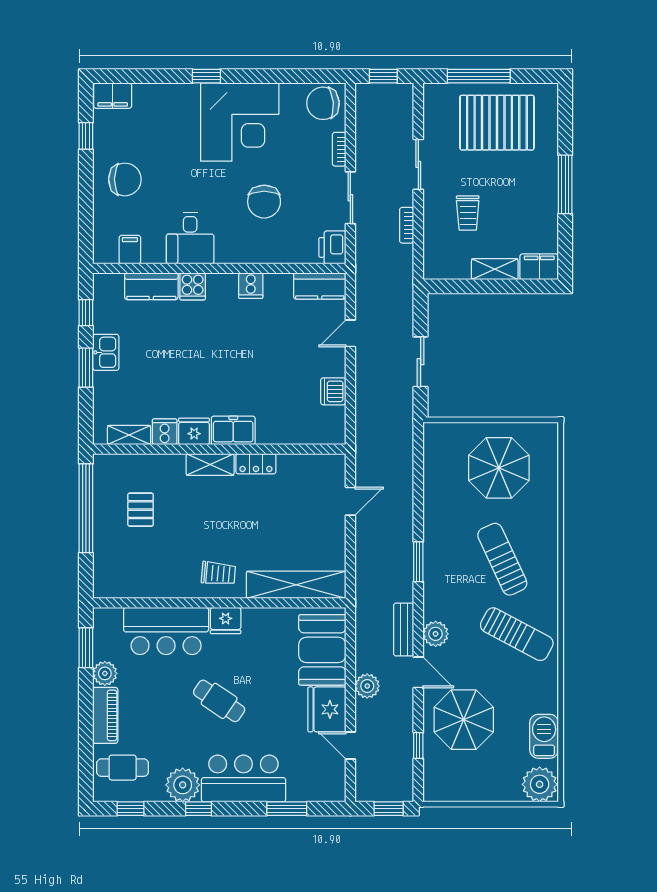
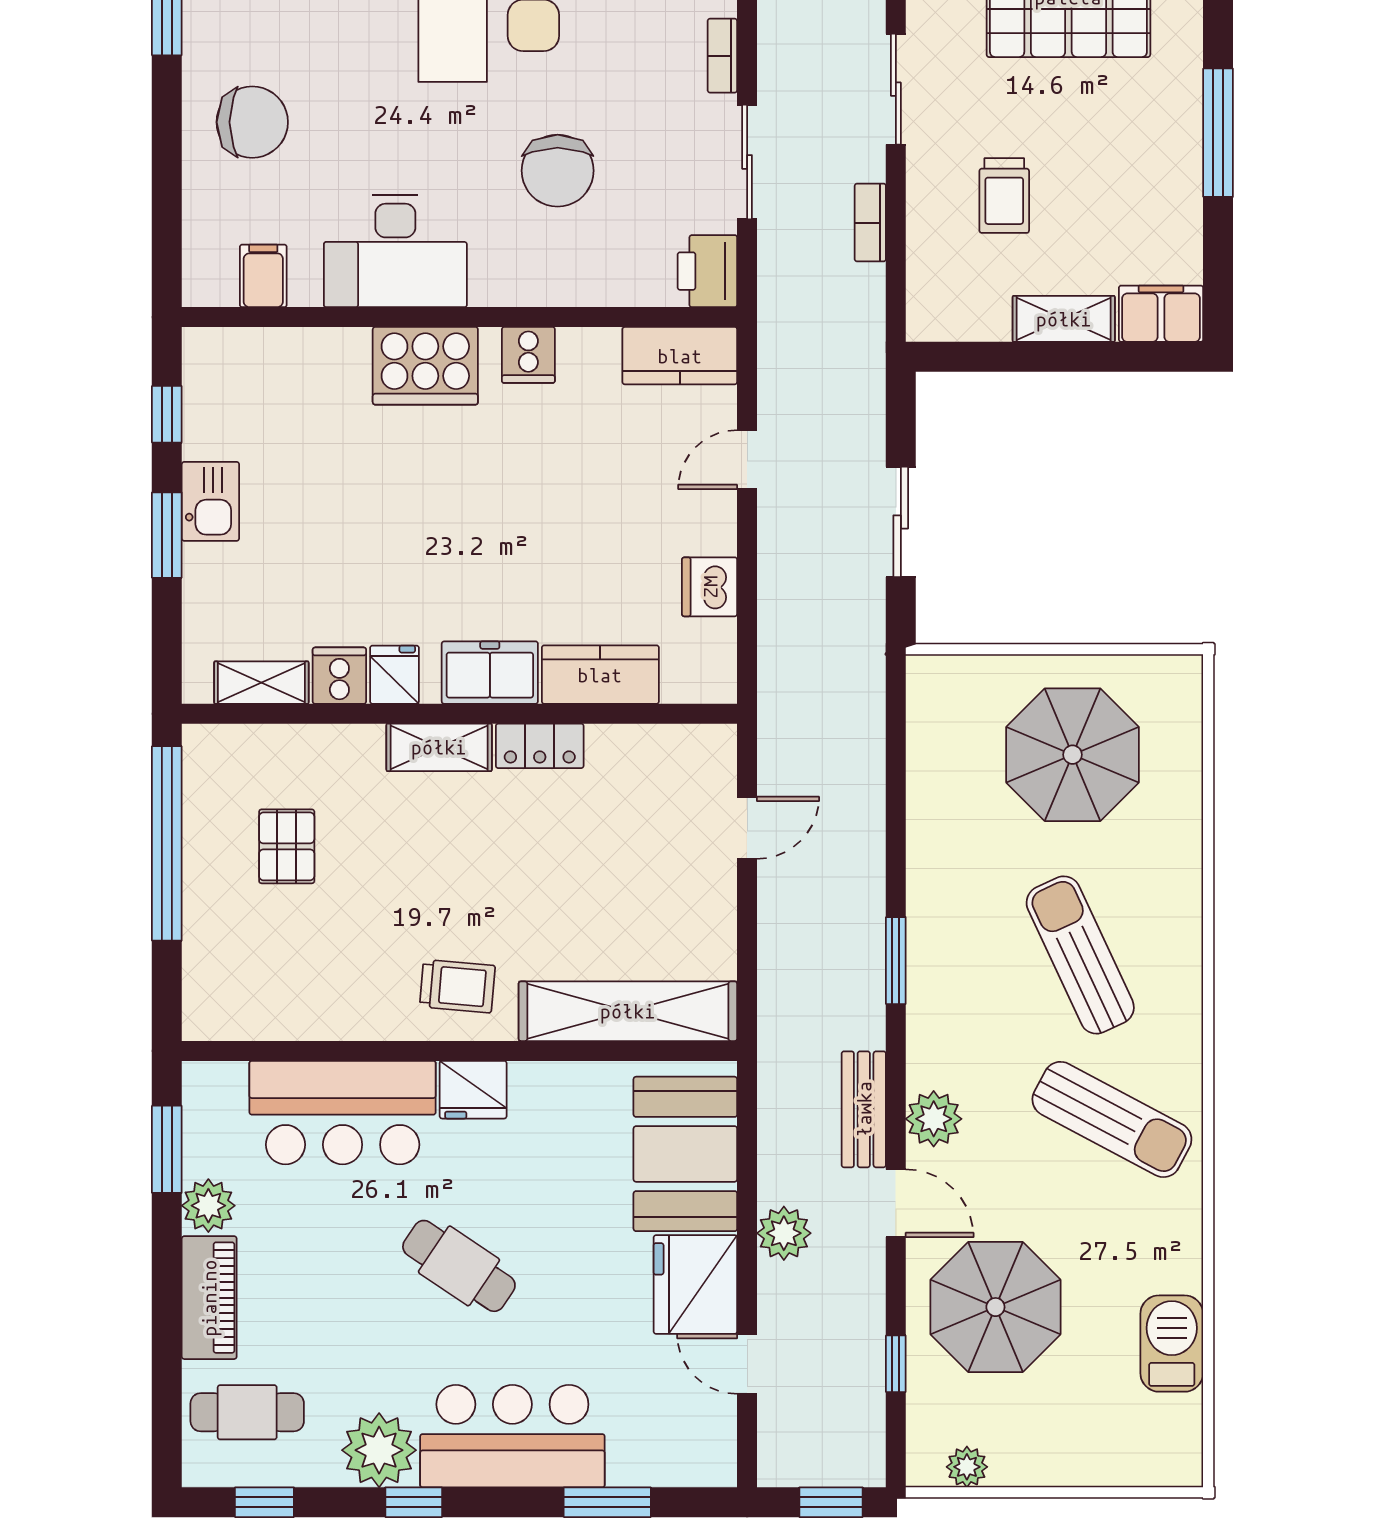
desk: (190, 238) -> (395, 251), width x1.37
kitchen counter: (151, 286) -> (600, 675), moved, turned 180
cooker: (193, 286) -> (425, 366), width x1.87, depth x1.31
fridge: (194, 431) -> (395, 675), width x0.72
plant: (540, 784) -> (967, 1467), moved, width x0.53, depth x0.53

